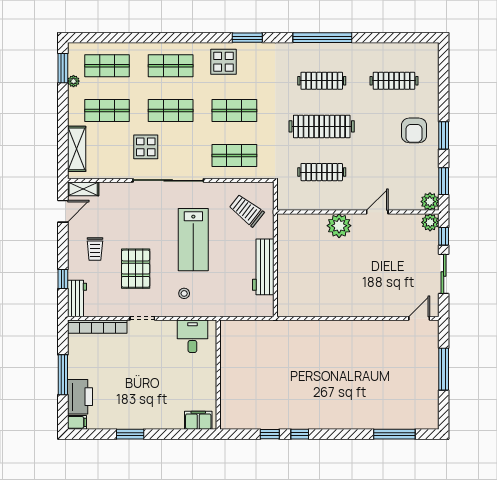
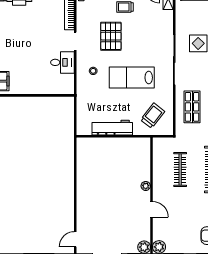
plant: (339, 226) -> (146, 186), width x0.53, depth x0.53
pallet: (136, 269) -> (111, 36), turned 90
door: (419, 318) -> (75, 239), swing flipped
desk: (192, 336) -> (62, 62), moved

